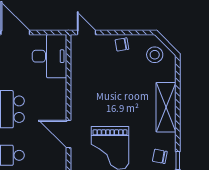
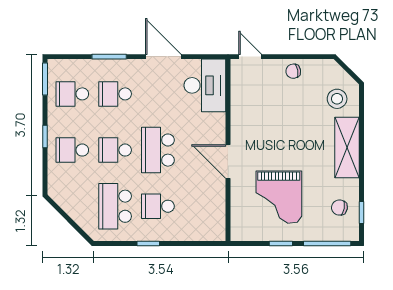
stool: (155, 55) -> (337, 99), moved
door: (68, 134) -> (228, 162), moved

